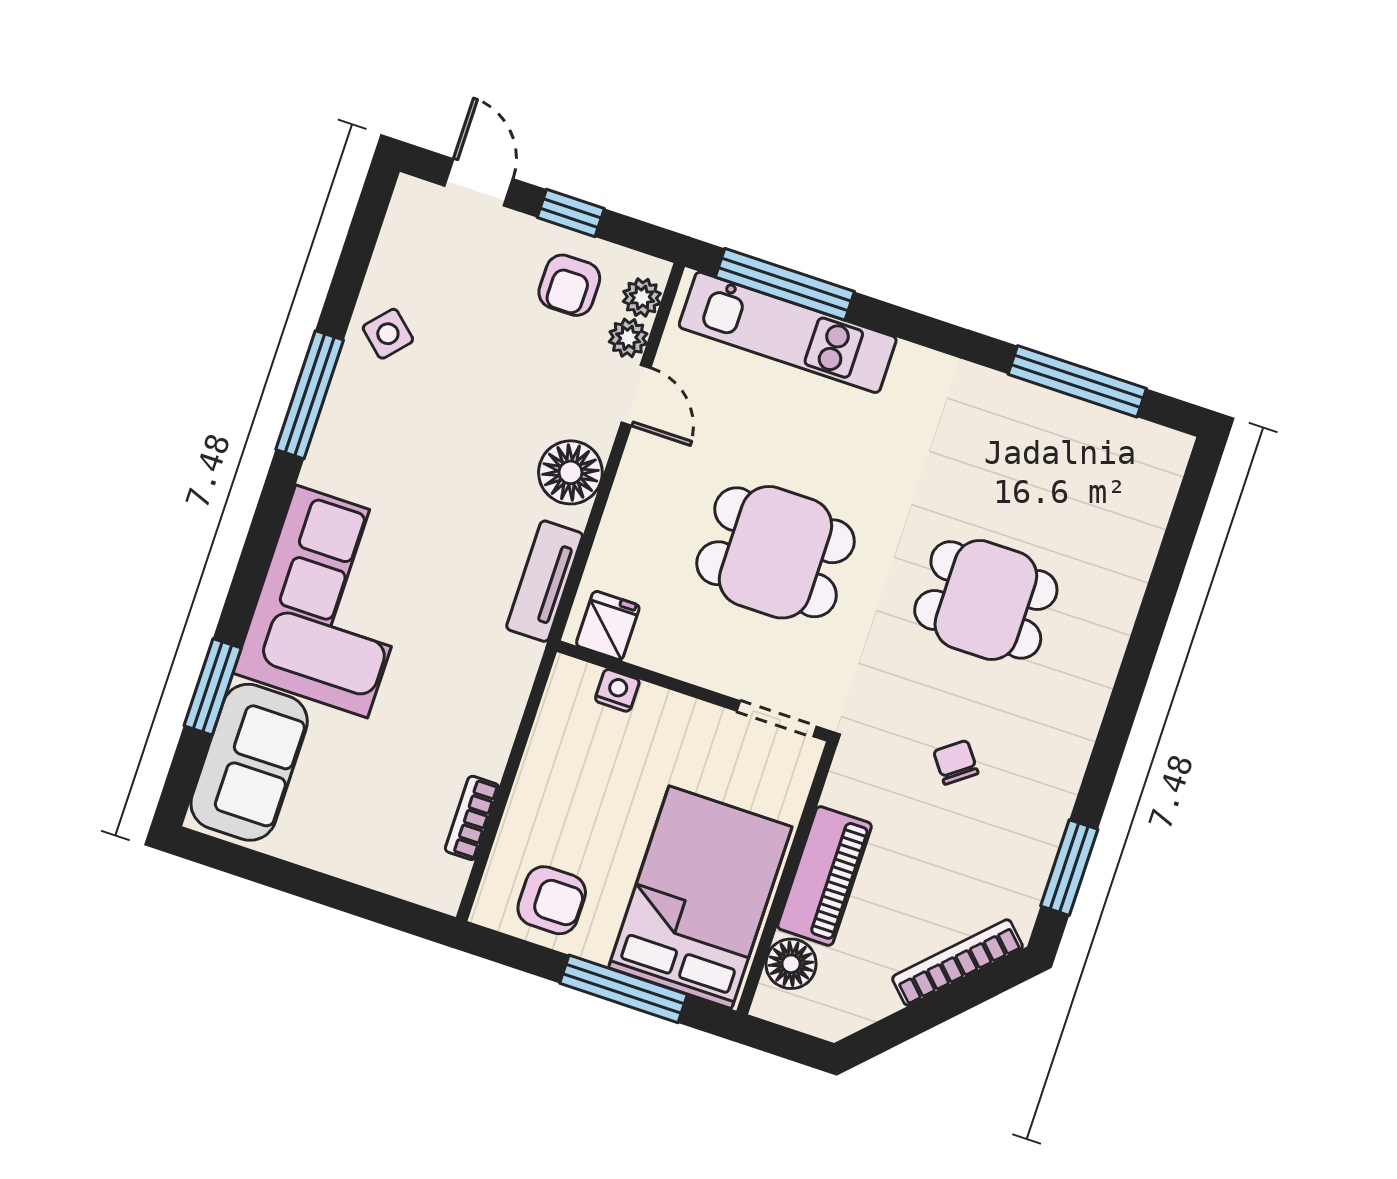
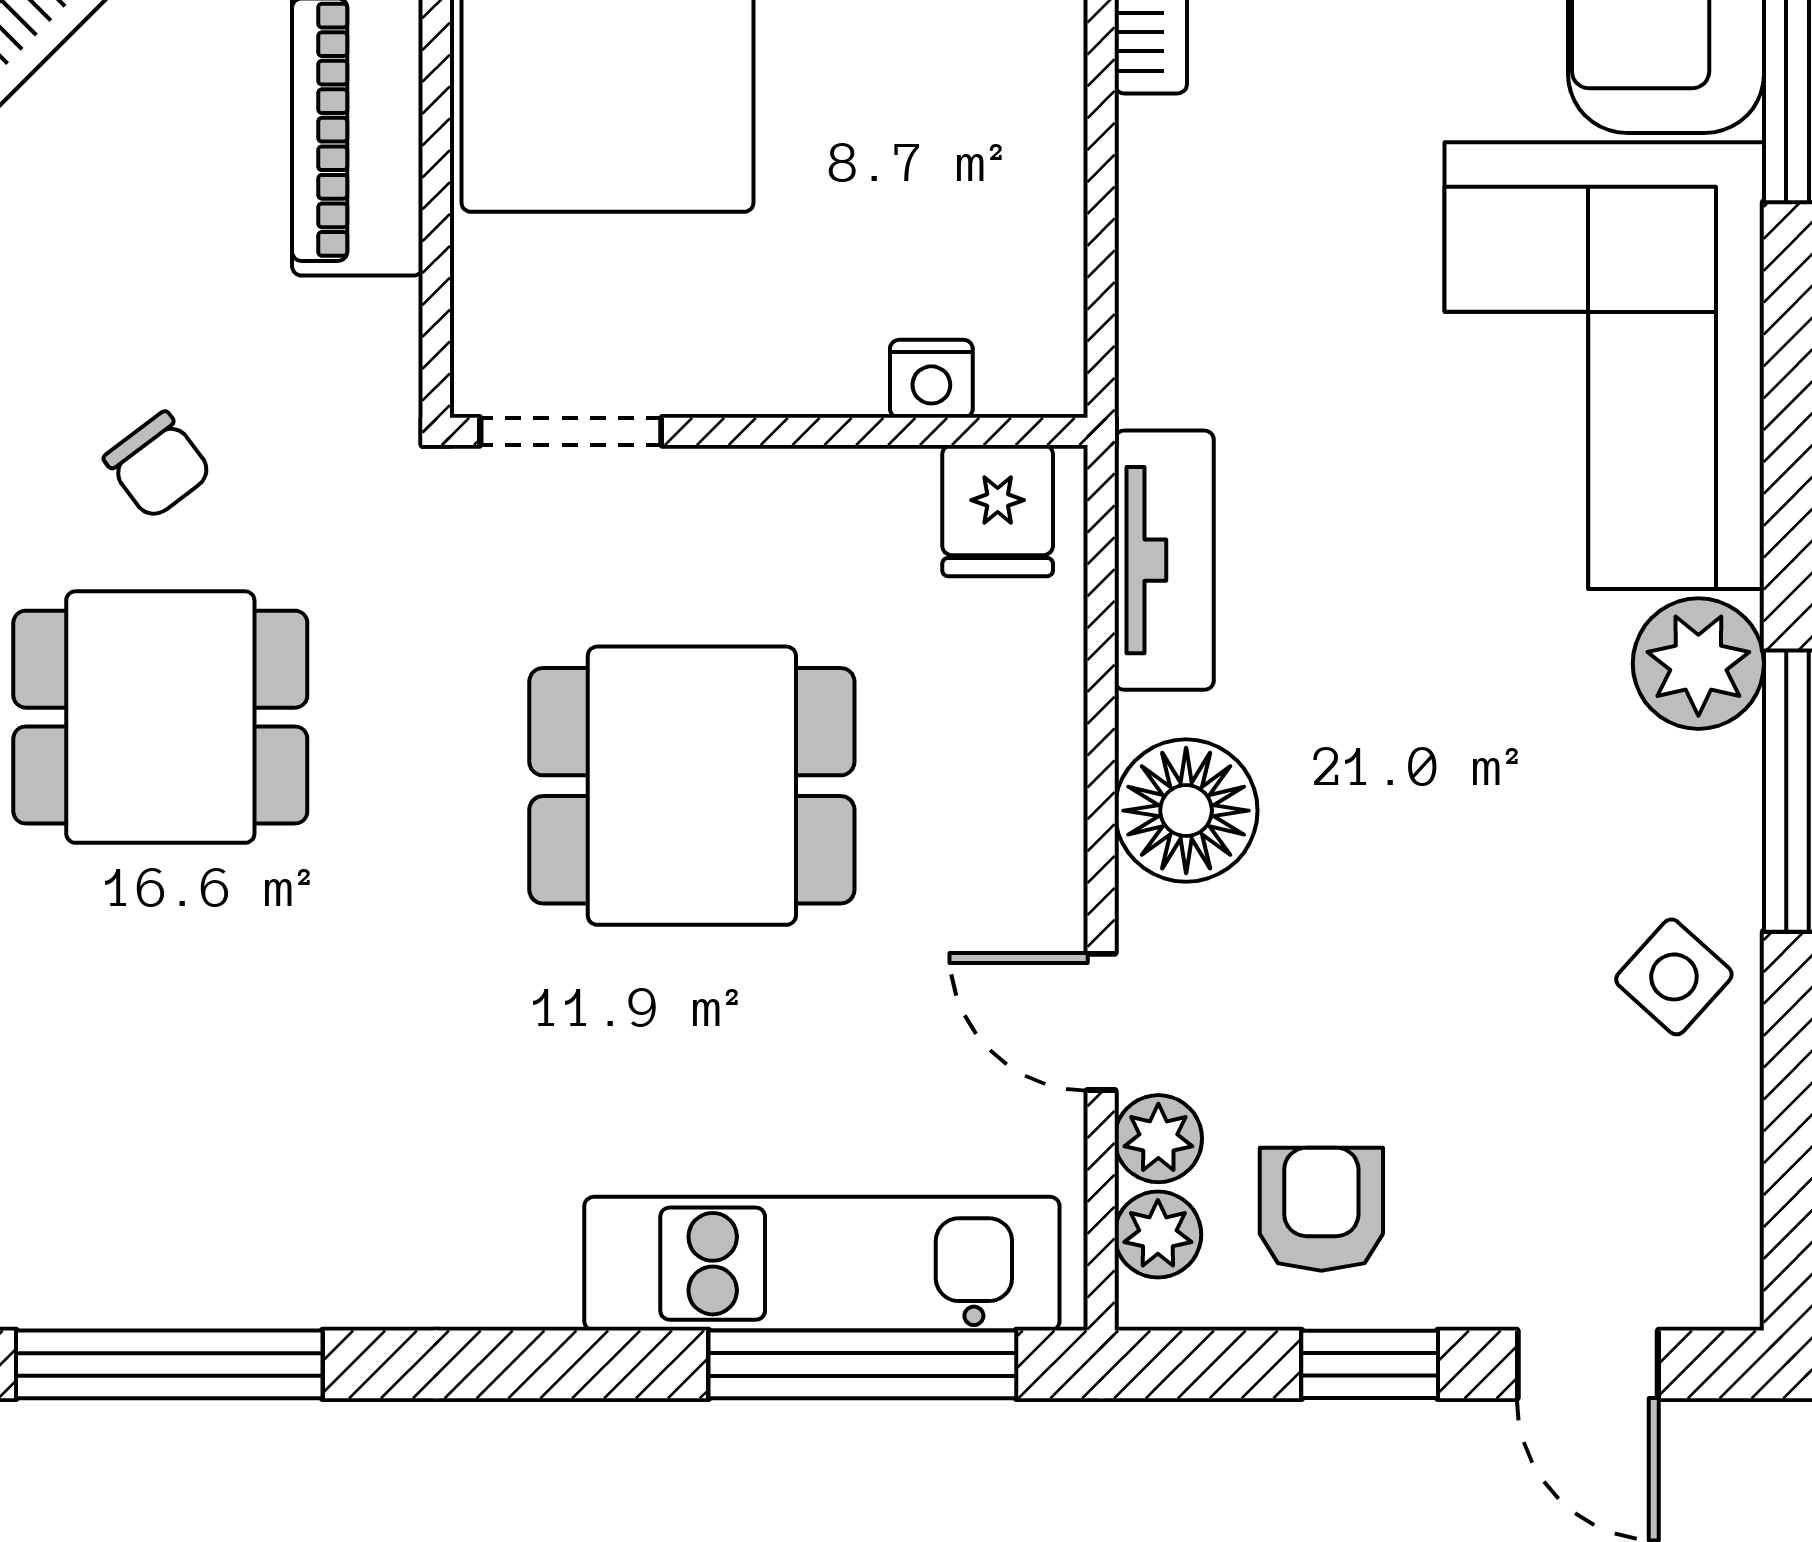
plant: (334, 463) -> (1698, 664), added
dining table: (986, 600) -> (160, 717), moved

